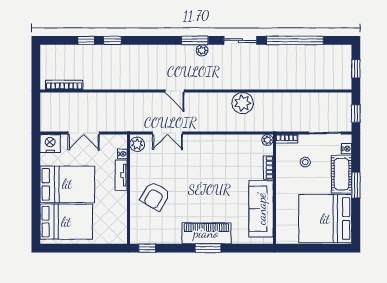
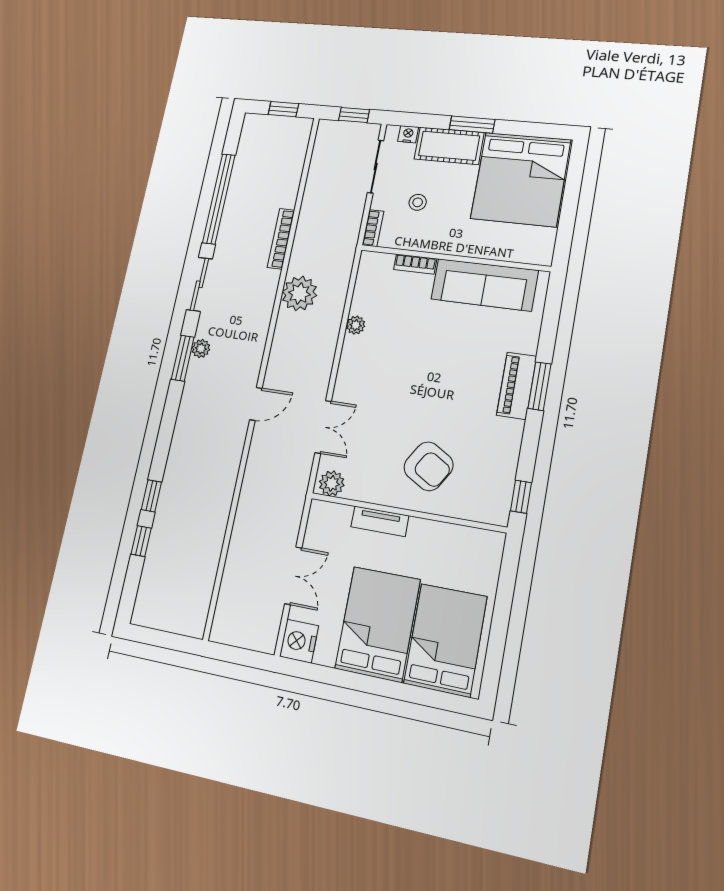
bookcase: (64, 85) -> (281, 239), moved
plant: (267, 140) -> (356, 325), moved
nightstand: (122, 154) -> (343, 512), removed
piano: (206, 233) -> (517, 386), width x0.73, depth x0.75

